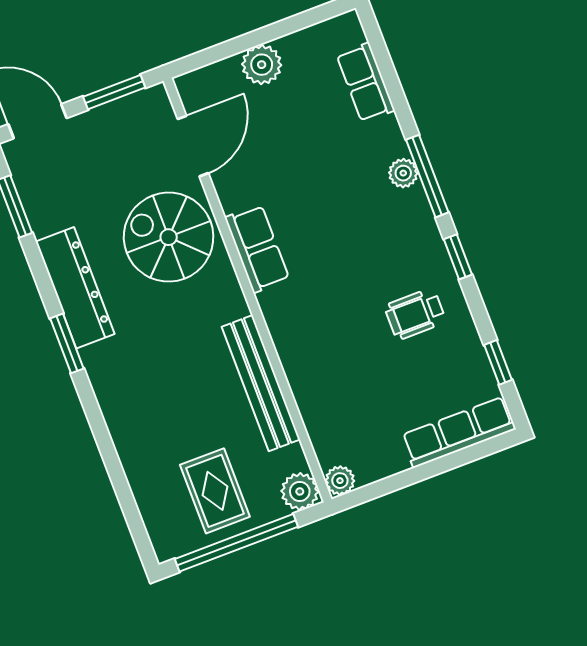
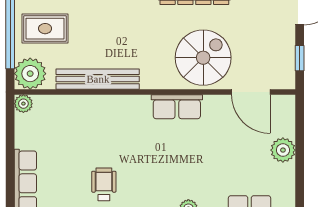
window: (114, 92) -> (300, 58), width x0.67
plant: (300, 491) -> (30, 74), width x1.36, depth x1.36

